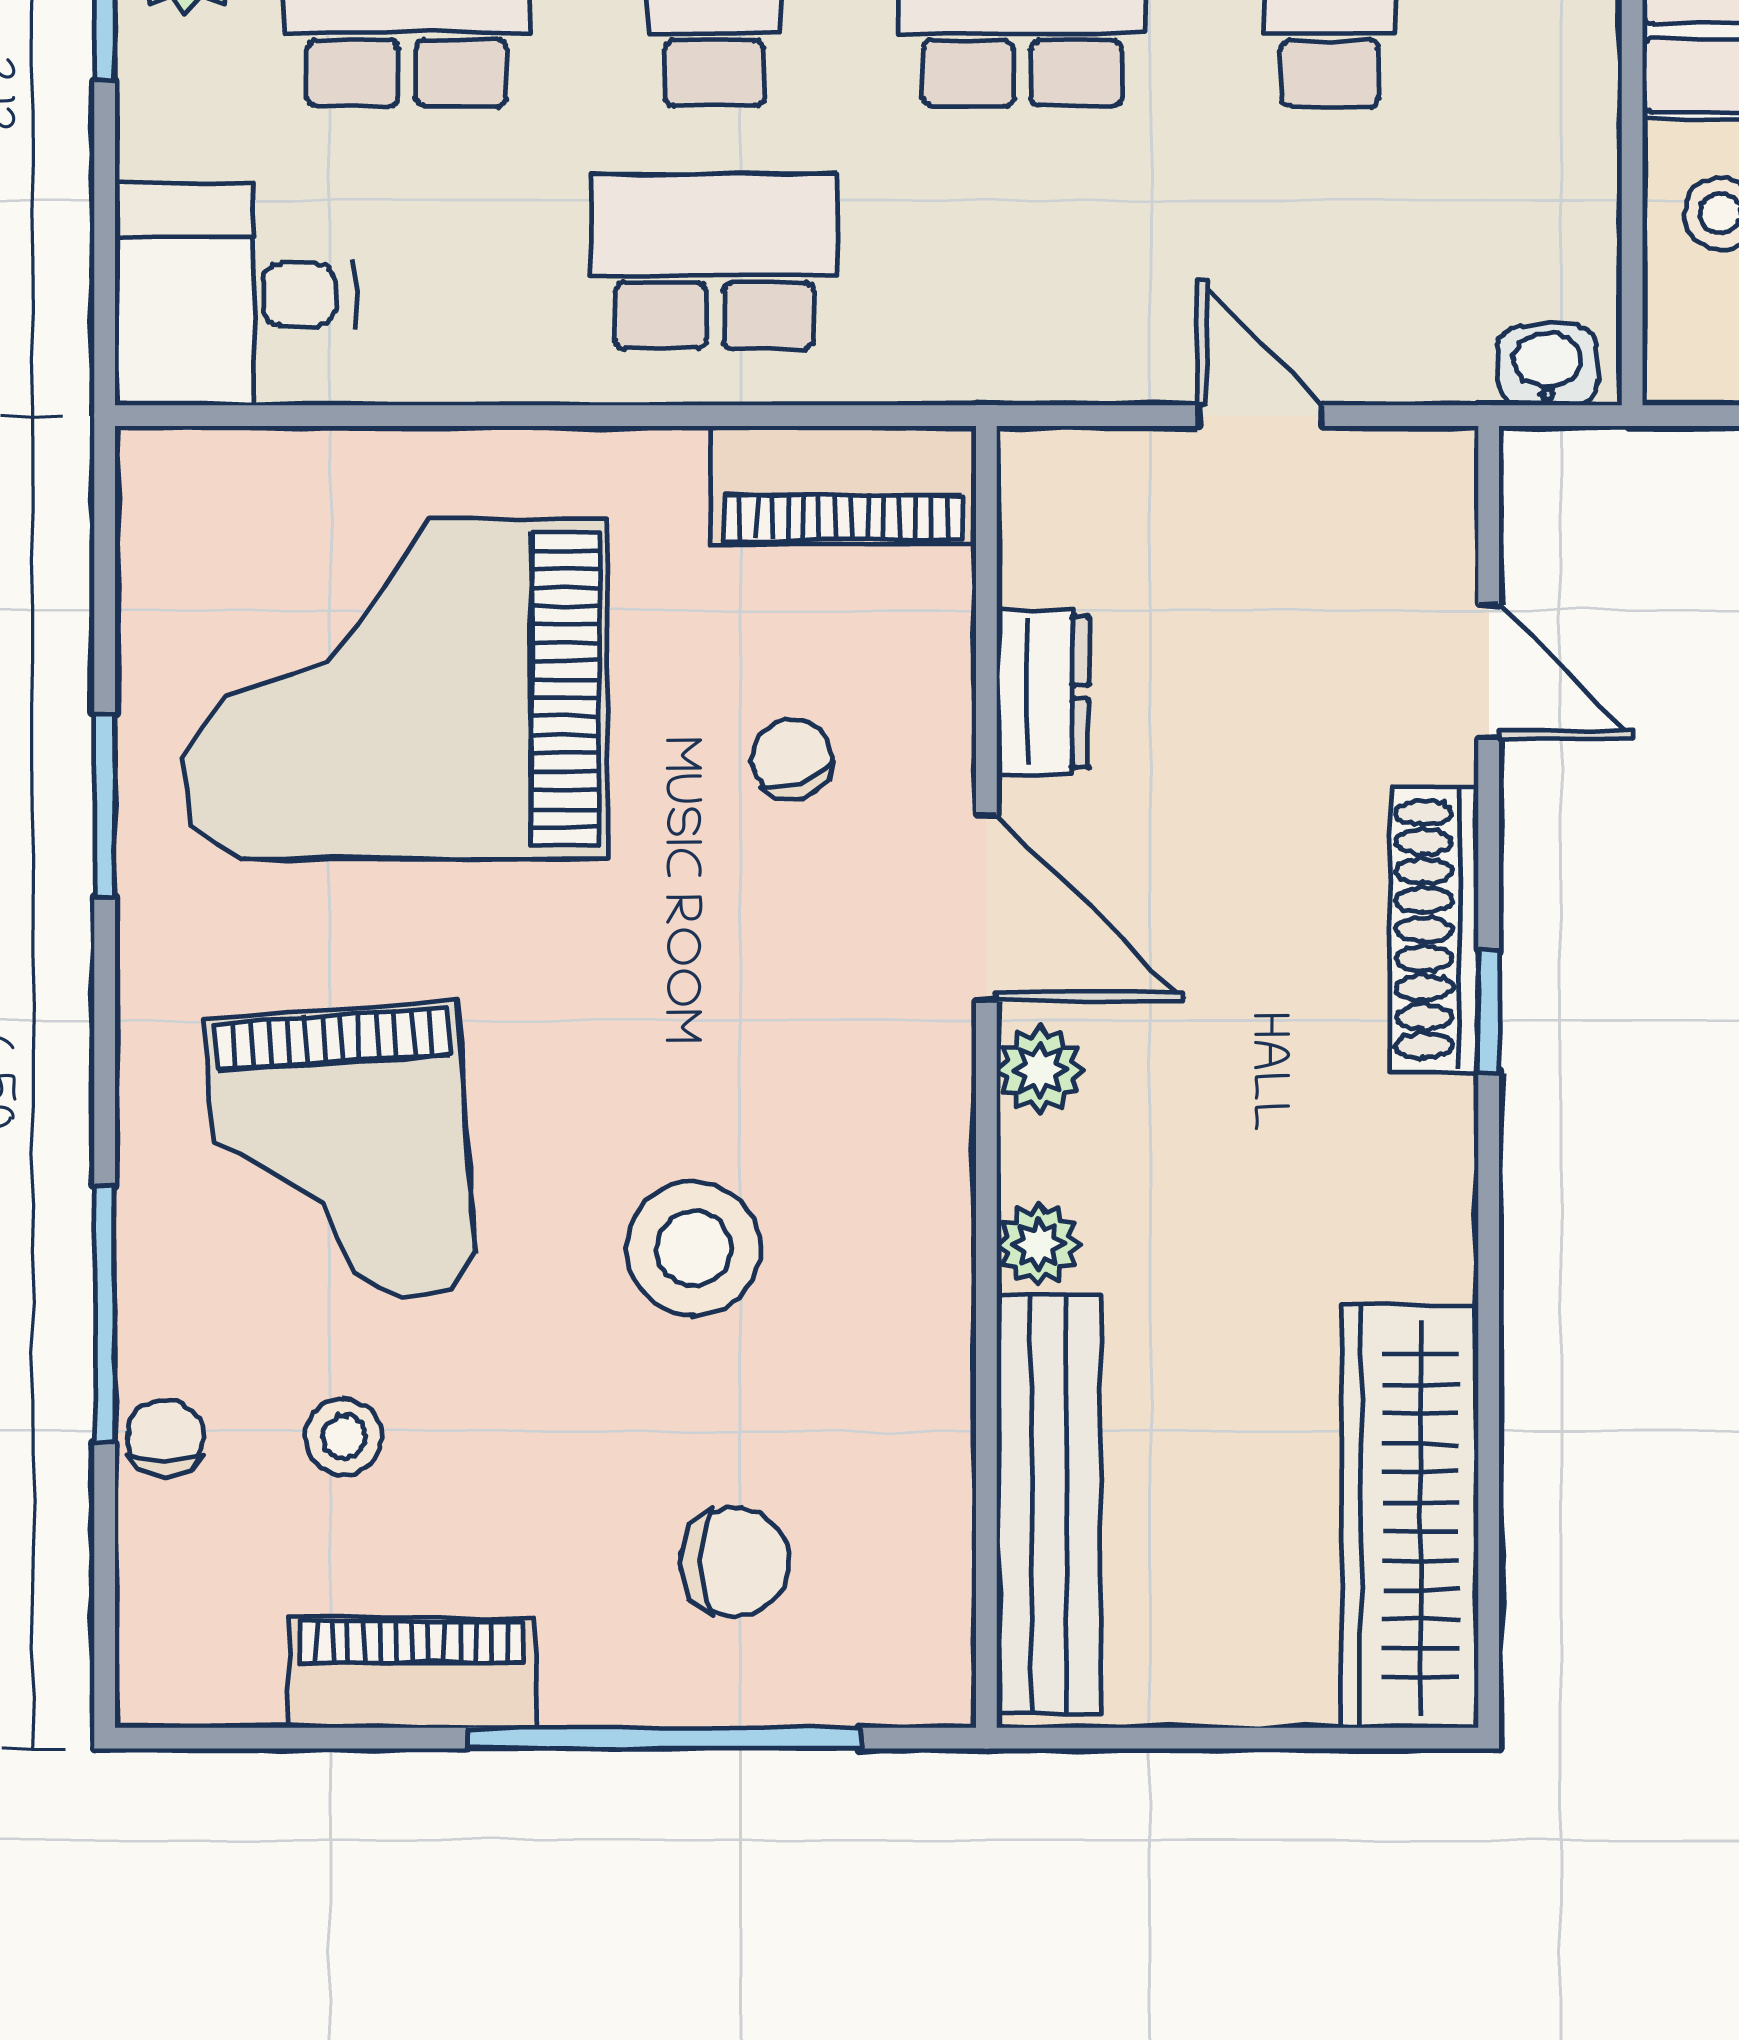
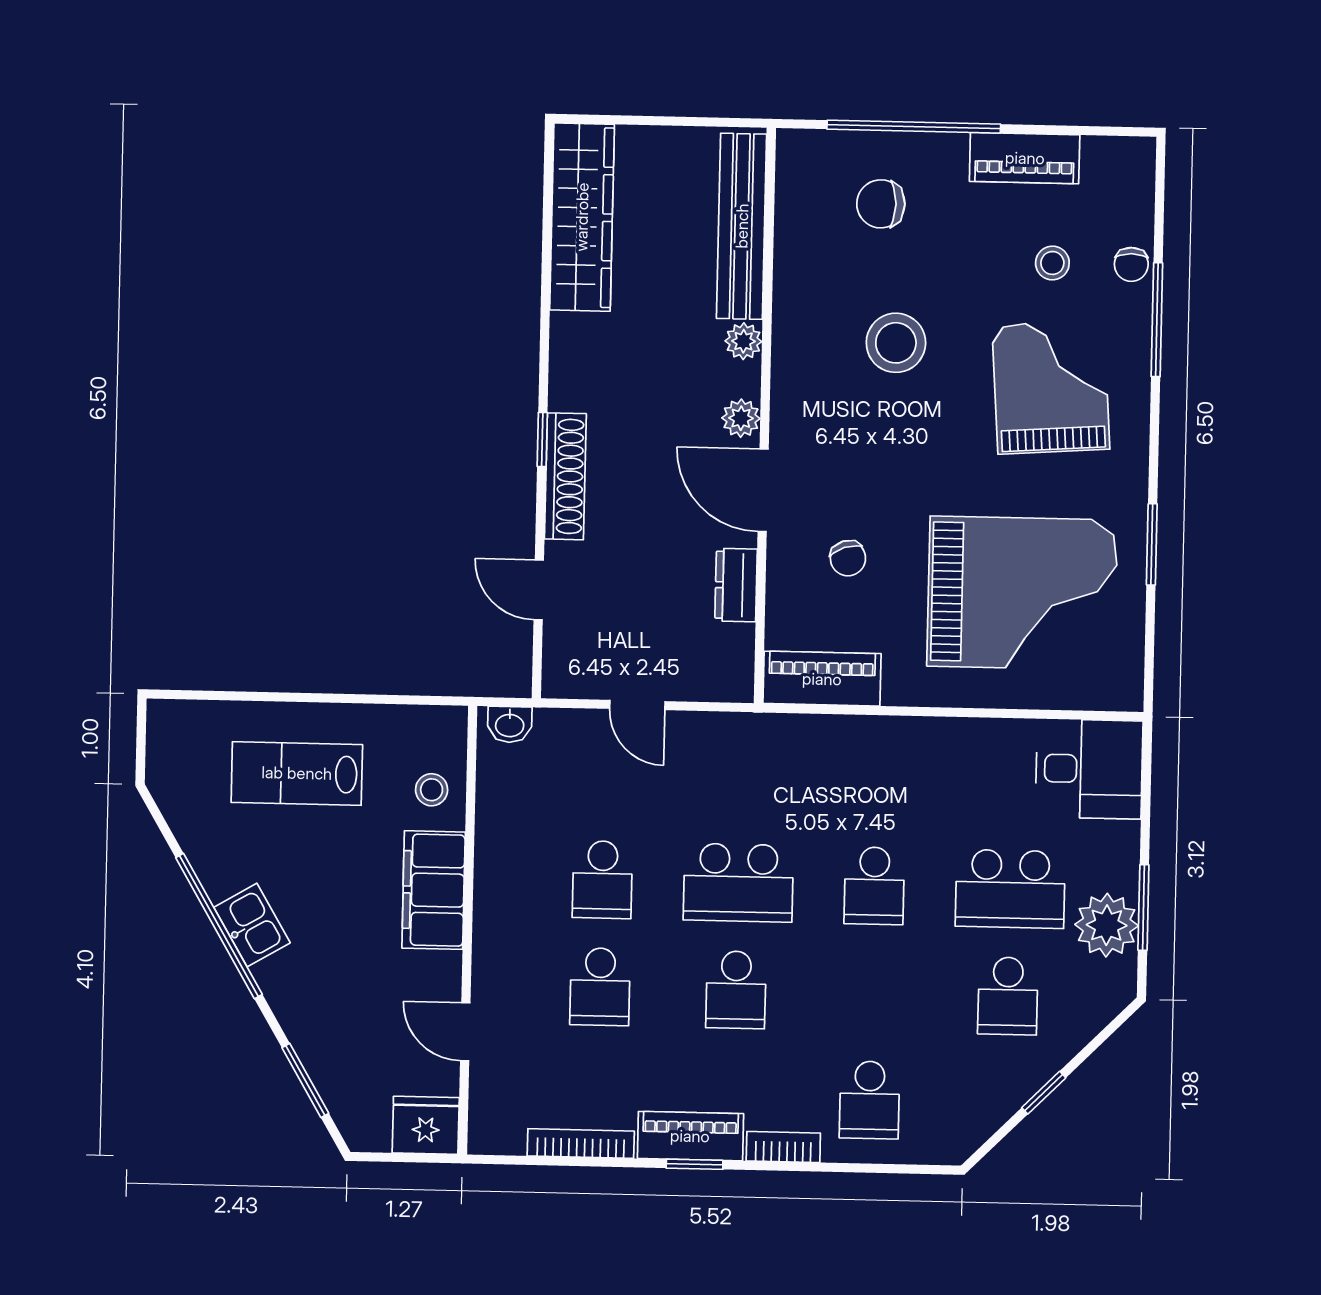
school desk: (715, 261) -> (877, 779), removed

